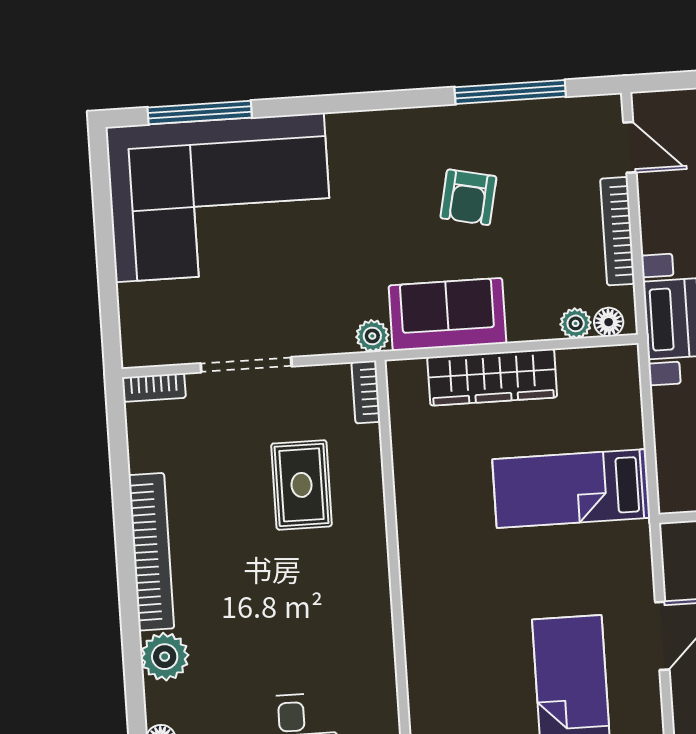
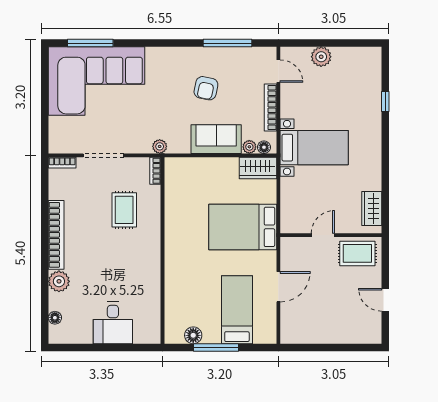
sofa: (447, 314) -> (216, 139), moved
wardrobe: (492, 377) -> (258, 168), moved, width x0.67
bed: (571, 489) -> (243, 227), width x1.50

